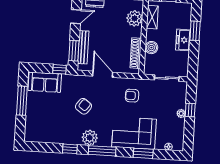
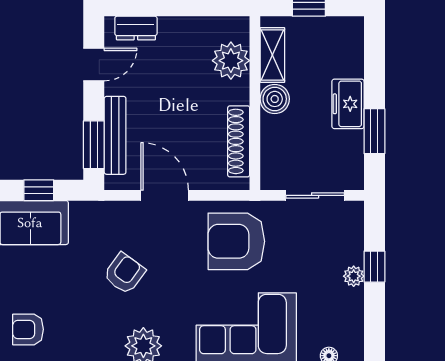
window: (195, 31) -> (374, 131), moved
boiler: (151, 48) -> (275, 99), moved
window: (60, 69) -> (39, 190), moved
armchair: (132, 96) -> (236, 241), width x1.88, depth x1.88
armchair: (41, 128) -> (28, 329), added

